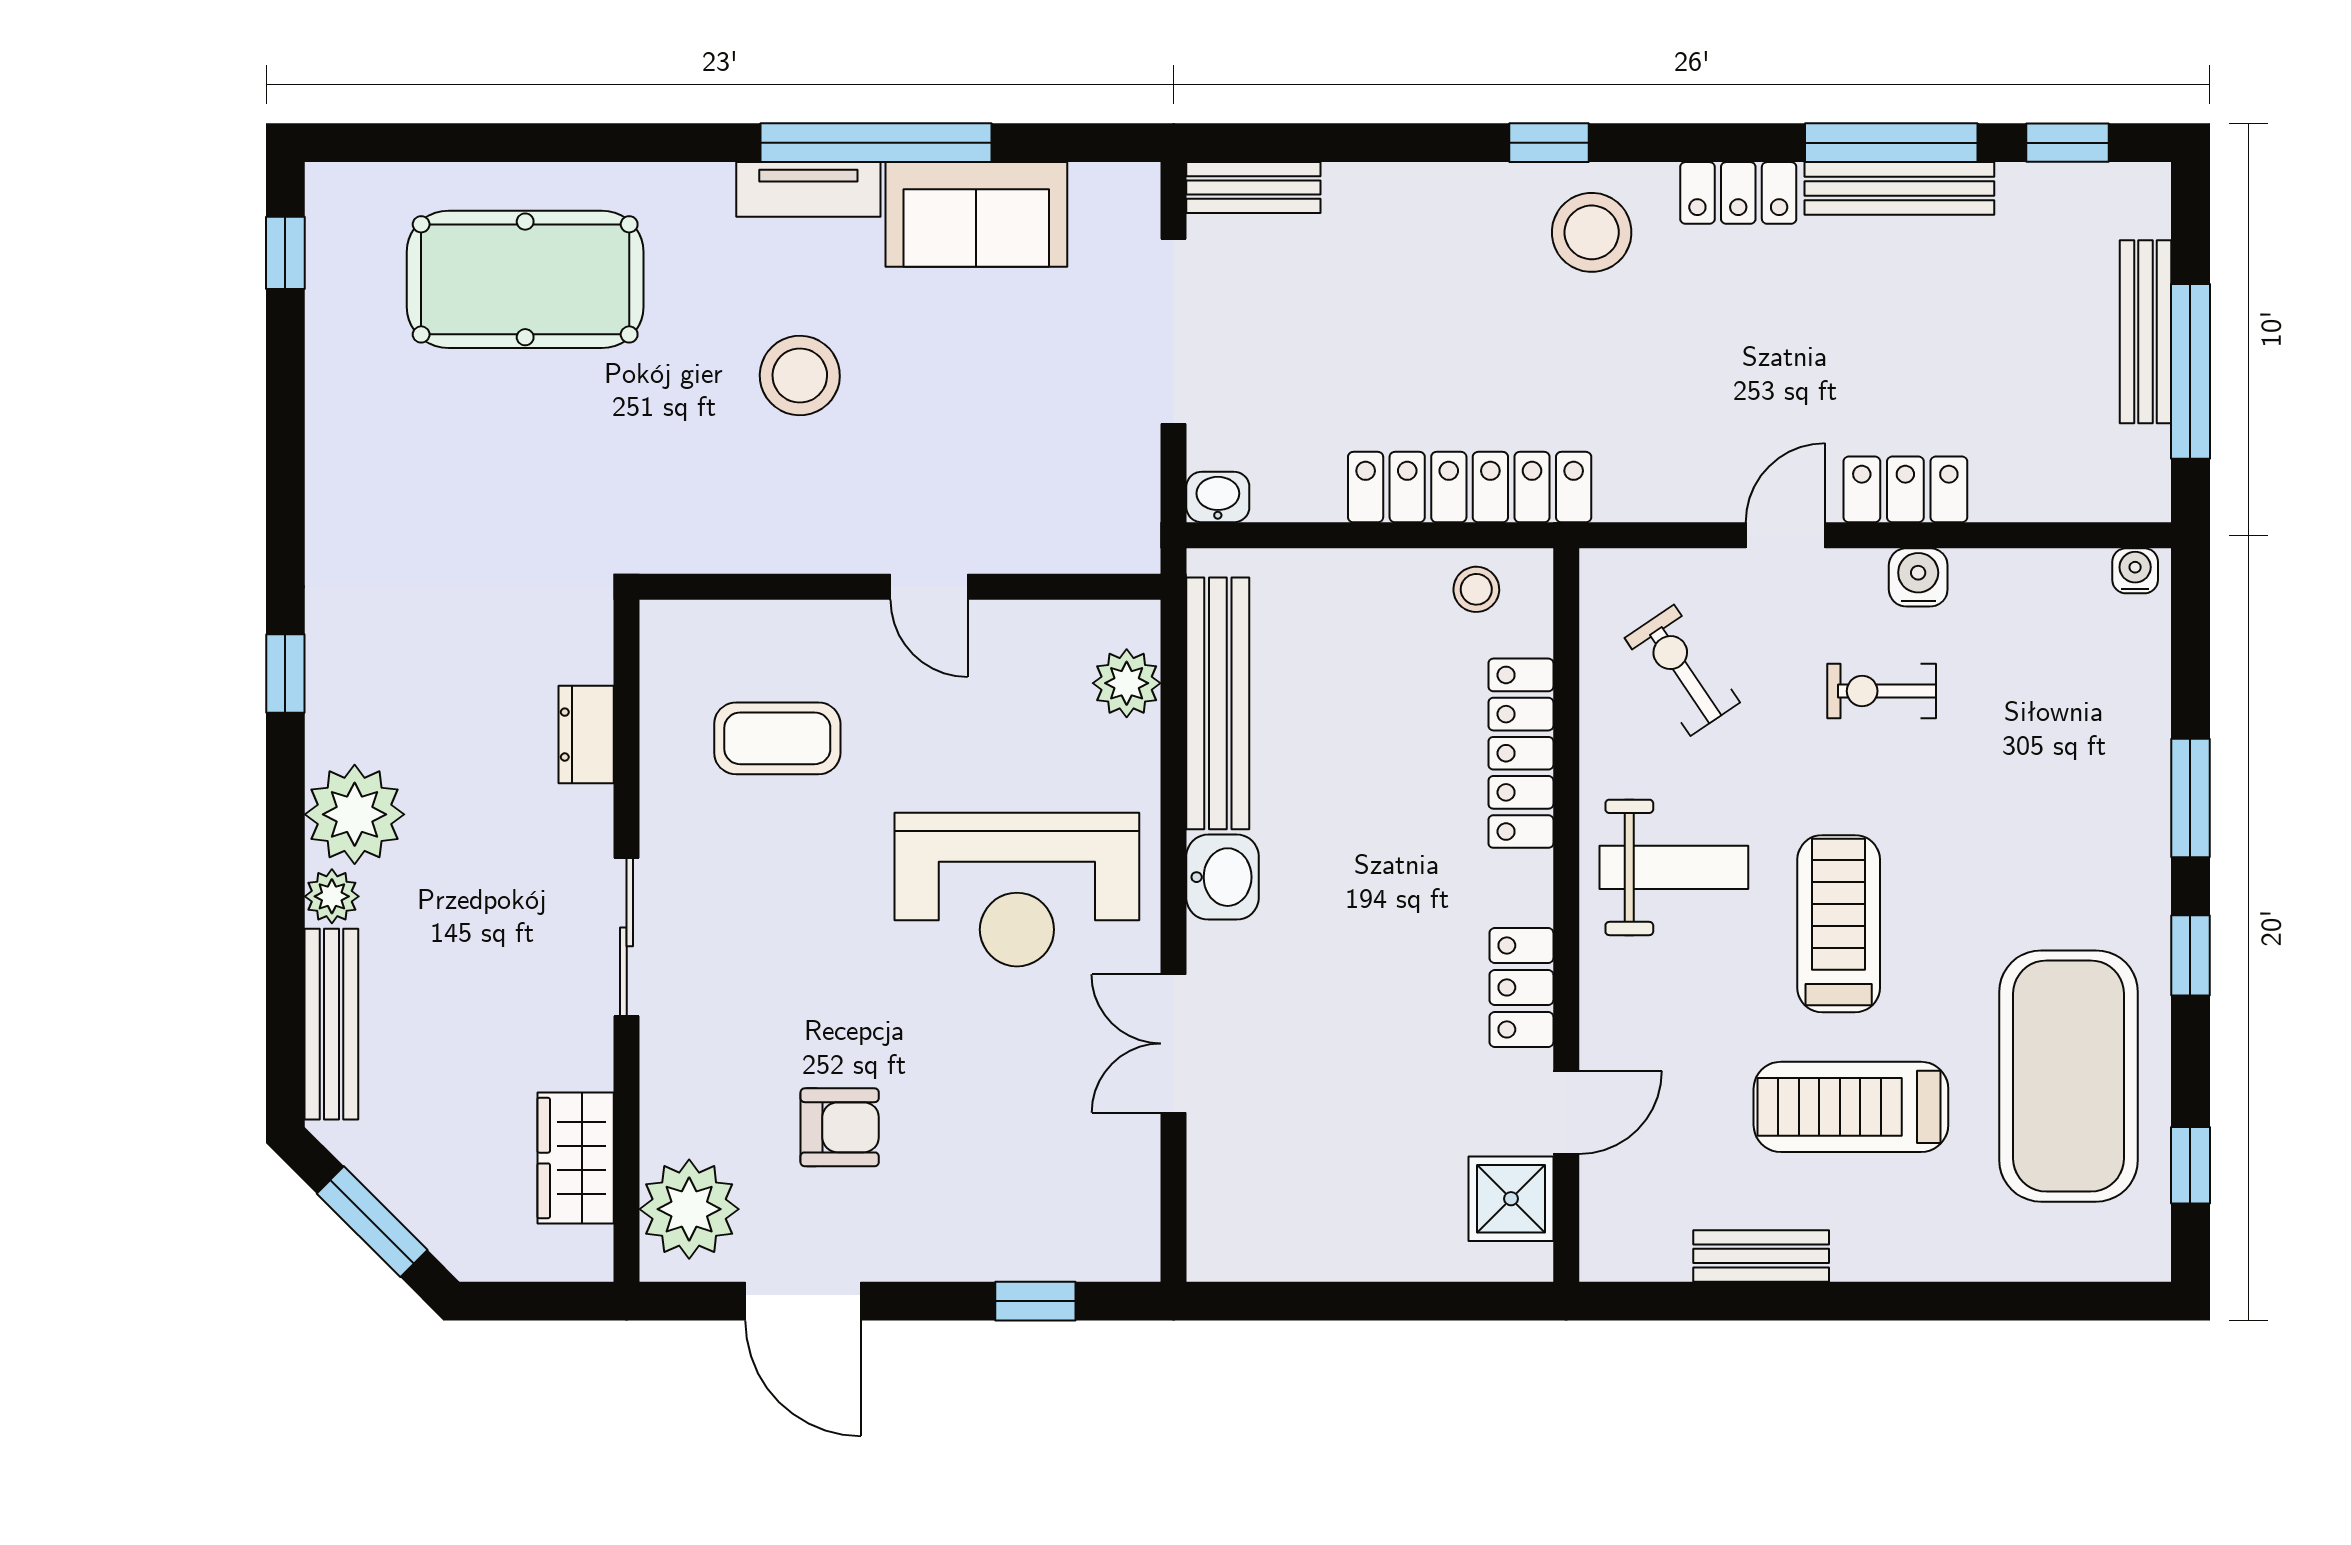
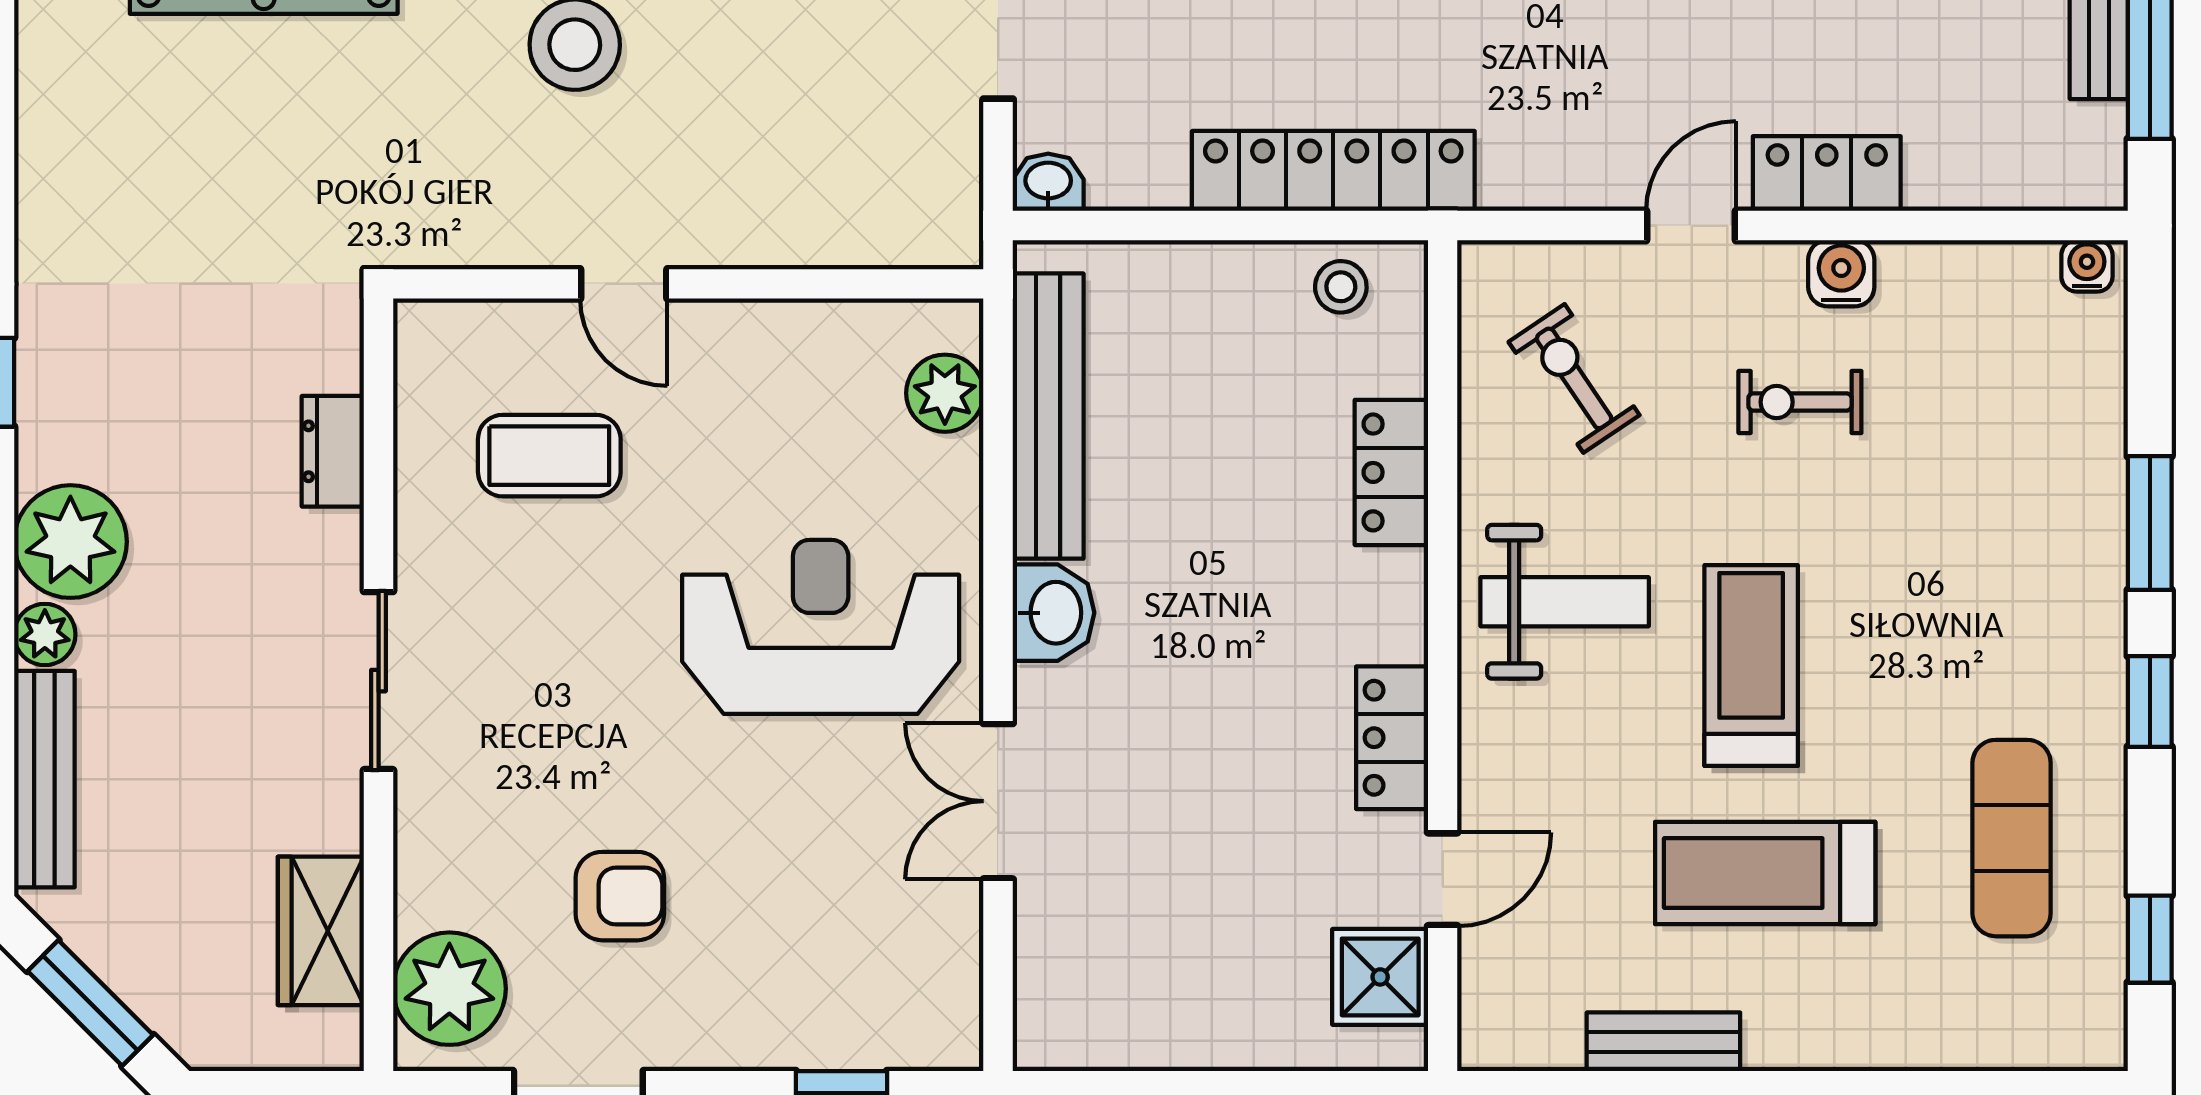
door: (929, 587) -> (624, 284), moved
locker: (1521, 753) -> (1391, 472), width x0.66
reception desk: (1017, 890) -> (821, 627), turned 180
exercise mat: (2069, 1076) -> (2012, 838), width x0.50, depth x0.69

